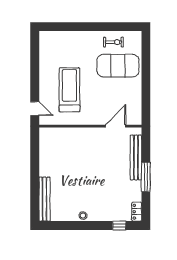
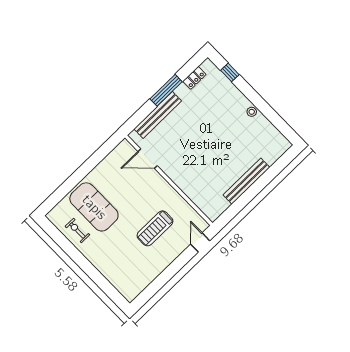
treadmill: (70, 90) -> (155, 228), width x0.73, depth x0.73
bench: (45, 199) -> (246, 181), moved
locker: (137, 212) -> (194, 78), moved

